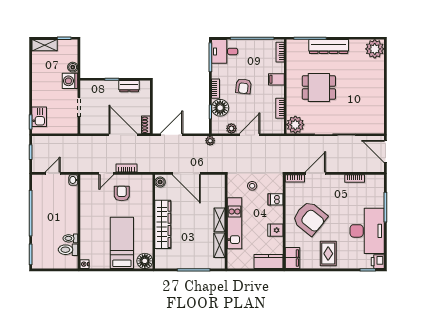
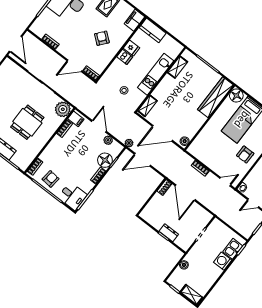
filing cabinet: (276, 79) -> (76, 119), moved
washing machine: (70, 81) -> (223, 261), moved, turned 180
dresser: (129, 86) -> (169, 233), moved
armchair: (243, 86) -> (51, 179), moved
dining table: (319, 88) -> (27, 122), turned 90
door: (172, 135) -> (142, 160), moved
door: (250, 135) -> (99, 126), swing flipped
door: (106, 173) -> (225, 182), moved
door: (186, 173) -> (162, 133), swing flipped
armchair: (122, 193) -> (245, 155), moved
dishwasher: (275, 199) -> (125, 57), moved
armchair: (310, 218) -> (102, 38), width x0.53, depth x0.53
shelving: (220, 220) -> (147, 106), moved
wardrobe: (163, 224) -> (215, 97), moved

